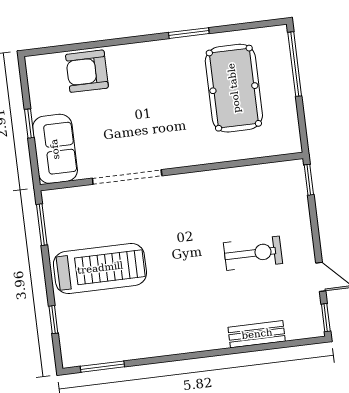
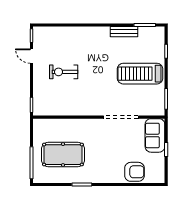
pool table: (234, 88) -> (63, 155), turned 90
bench: (257, 334) -> (124, 32), moved

